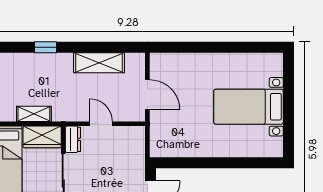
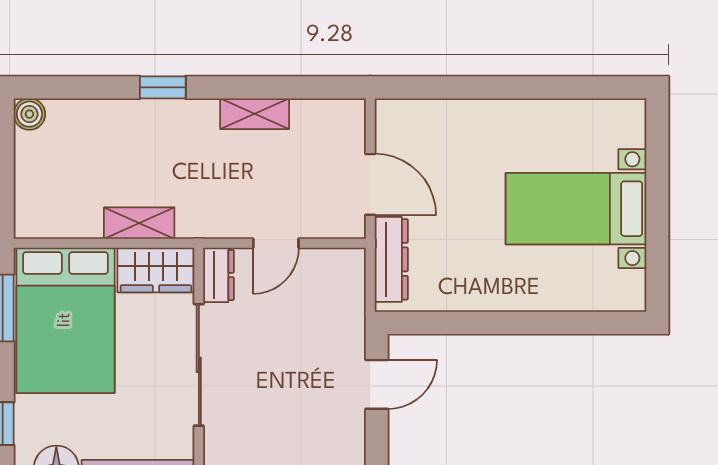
shelving: (99, 63) -> (255, 114), width x0.67, depth x0.75
door: (101, 124) -> (276, 243), swing flipped
dresser: (158, 132) -> (391, 259), added

